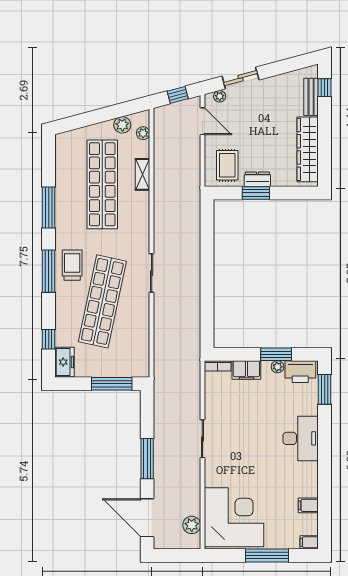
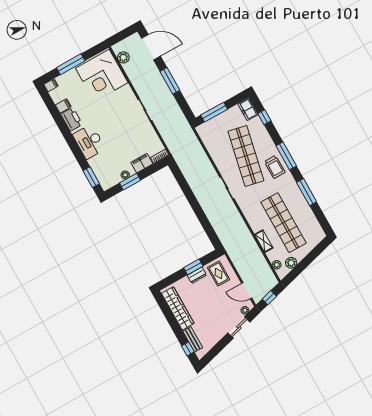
printer: (300, 372) -> (72, 119), moved, turned 90

